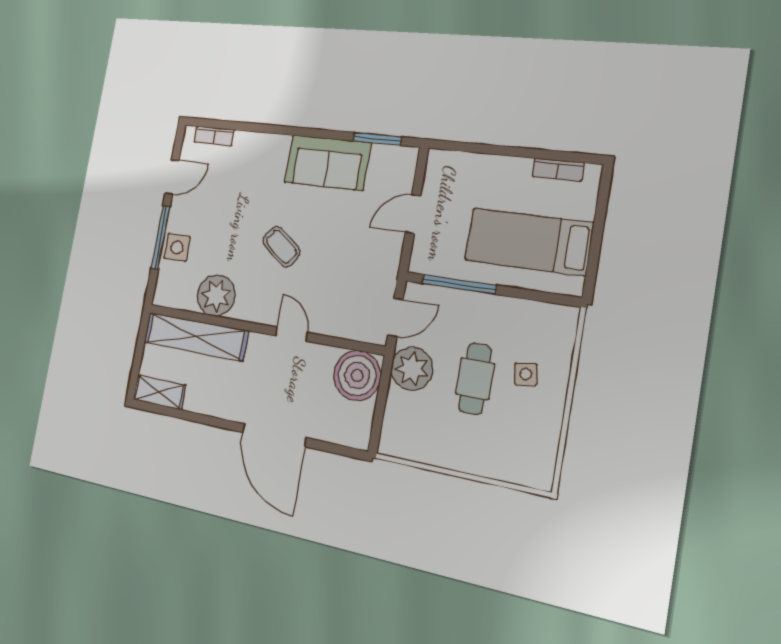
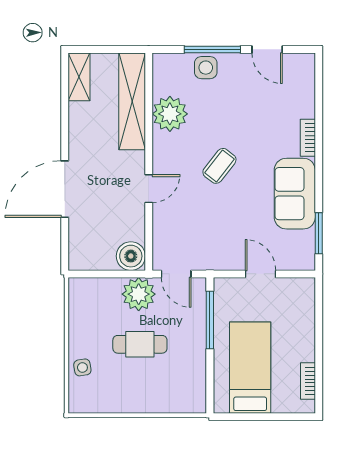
bookcase: (214, 136) -> (308, 138), moved
side table: (526, 374) -> (82, 367), moved
boiler: (357, 375) -> (131, 256), width x0.73, depth x0.73

